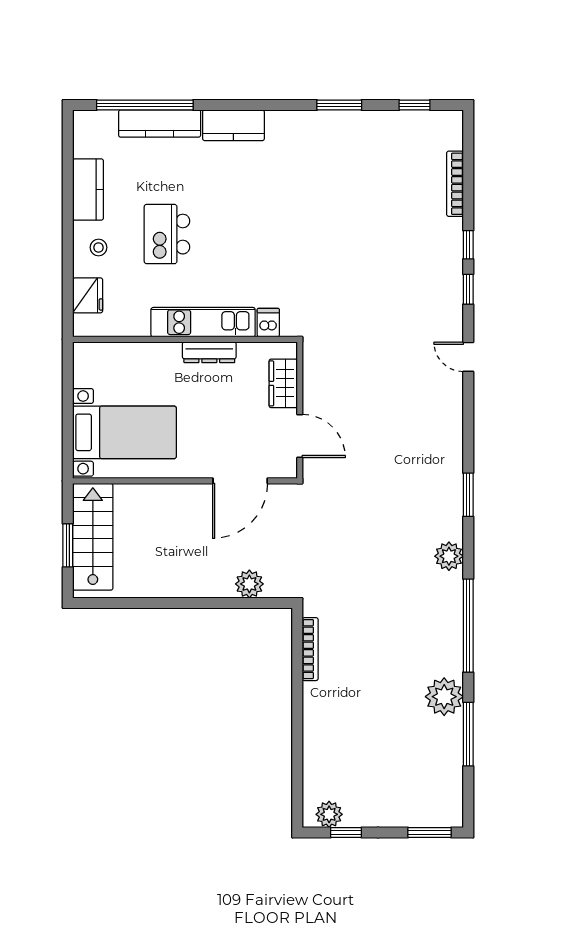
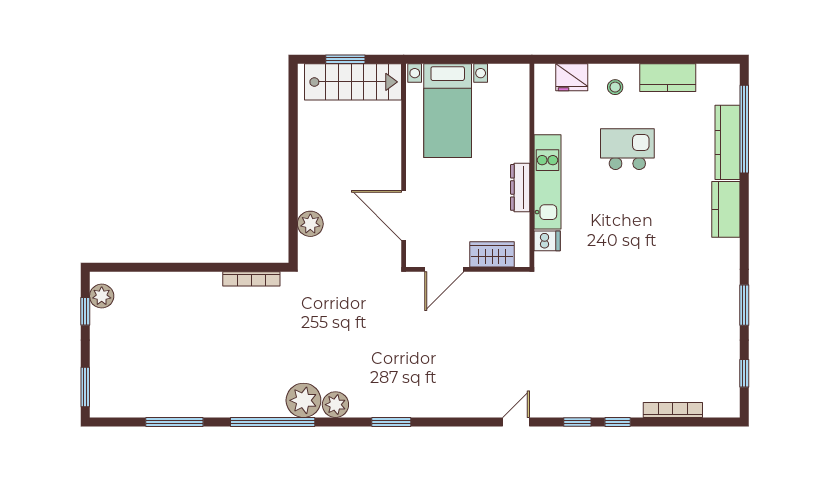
plant: (444, 697) -> (303, 400), moved

